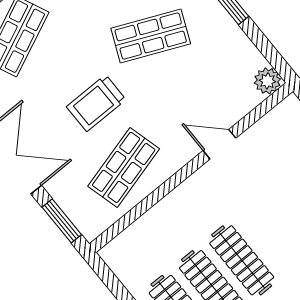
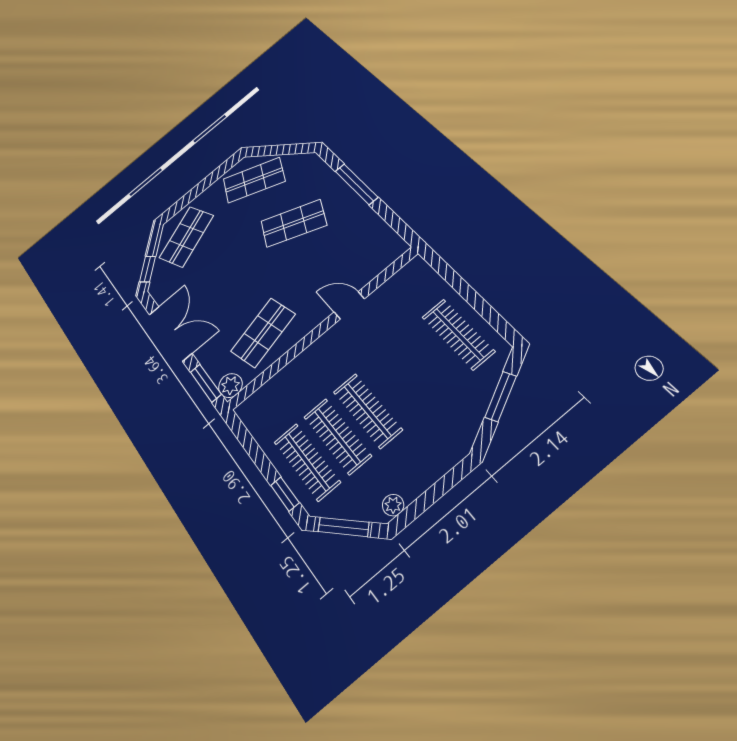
plant: (267, 81) -> (230, 386), moved
trolley: (96, 103) -> (244, 281), removed

